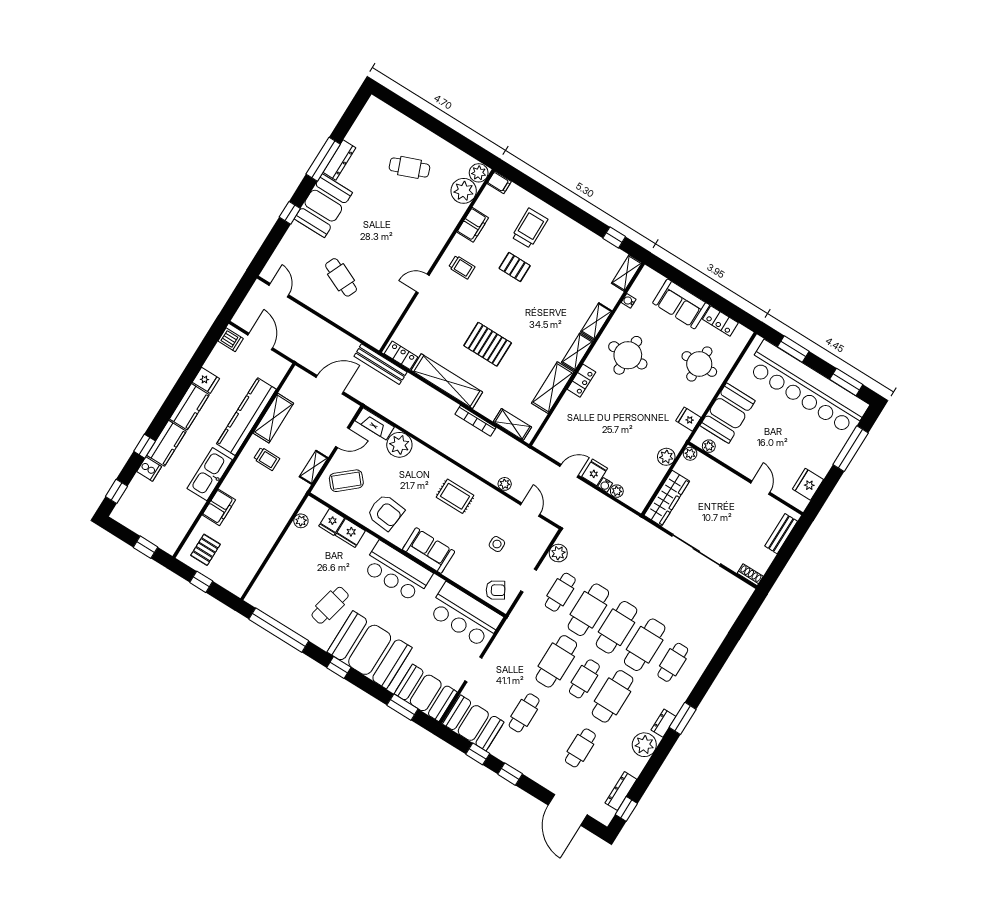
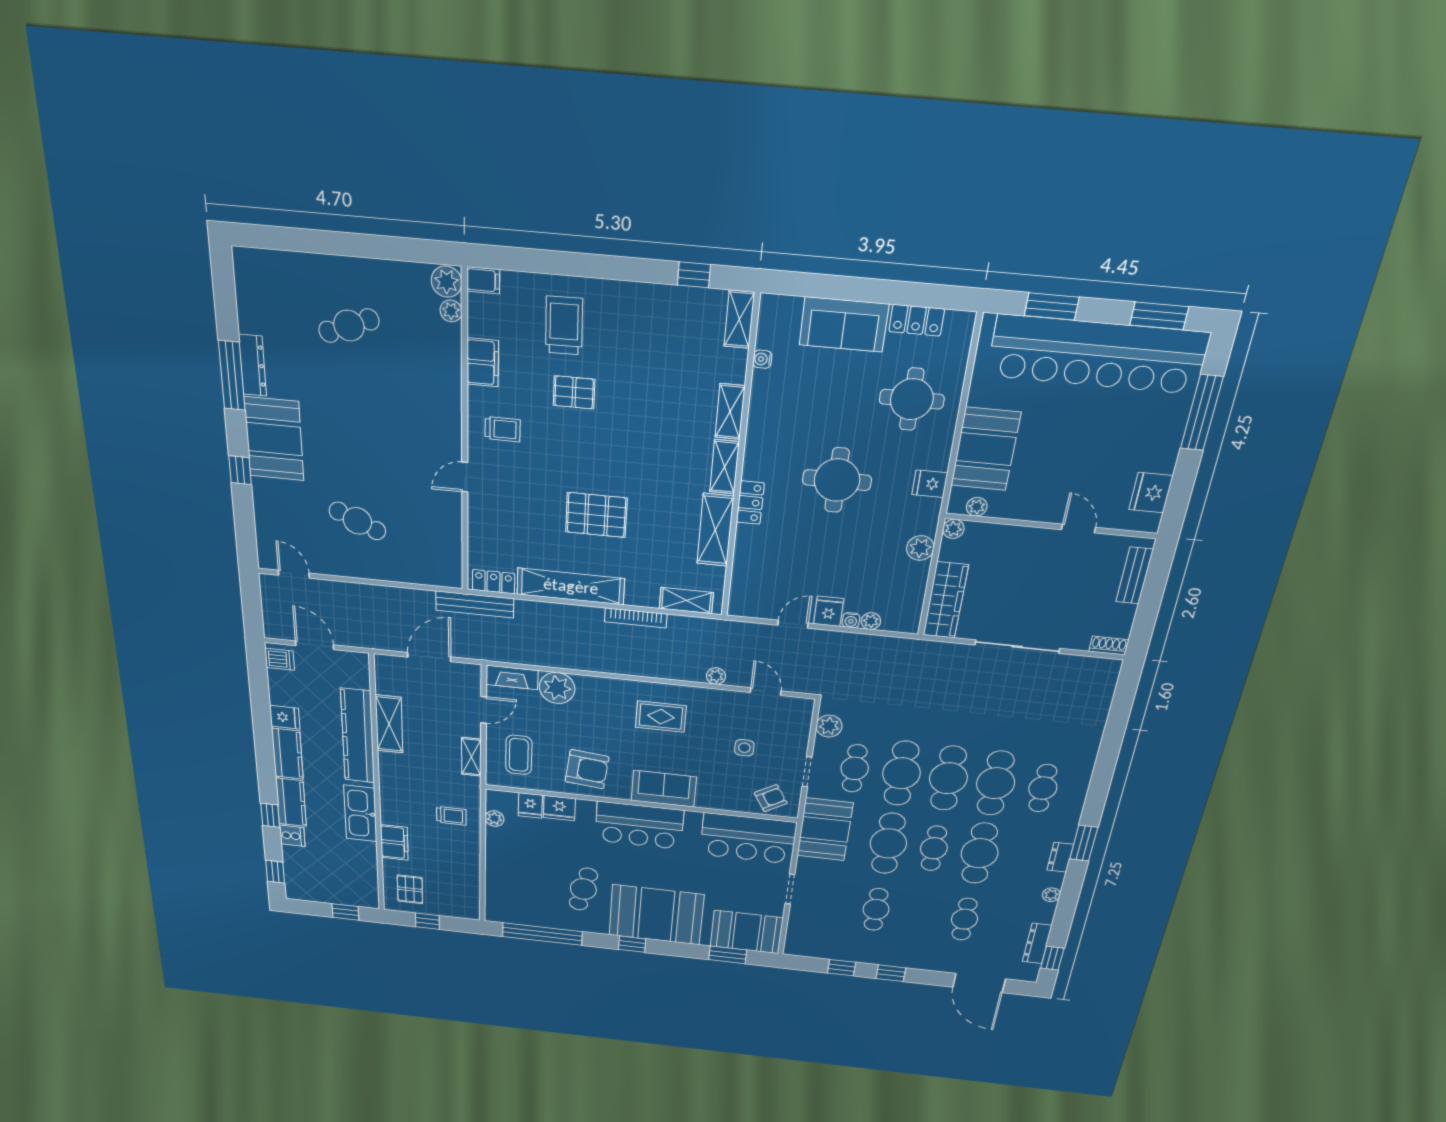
plant: (464, 191) -> (451, 311), width x0.53, depth x0.53
round table: (628, 355) -> (837, 480), moved
trolley: (267, 459) -> (451, 816), moved
coffee table: (346, 481) -> (519, 755), turned -49
booth: (473, 723) -> (825, 829), moved, turned 90
plant: (644, 745) -> (1051, 895), width x0.53, depth x0.53

